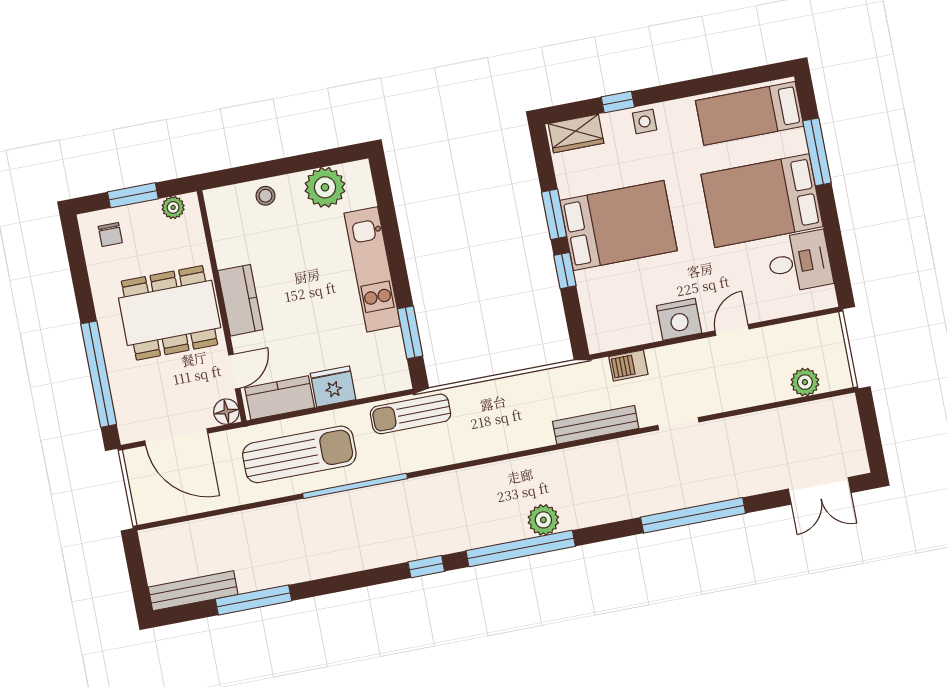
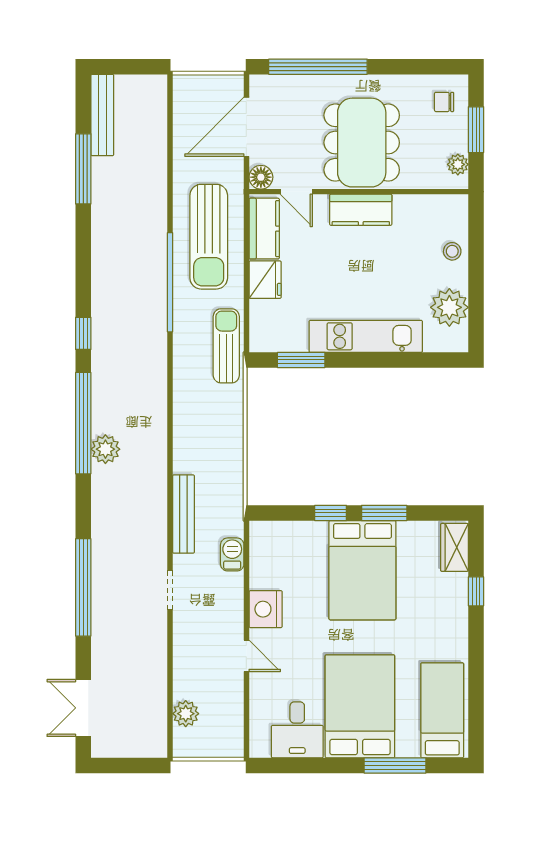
side table: (645, 121) -> (453, 612), removed

